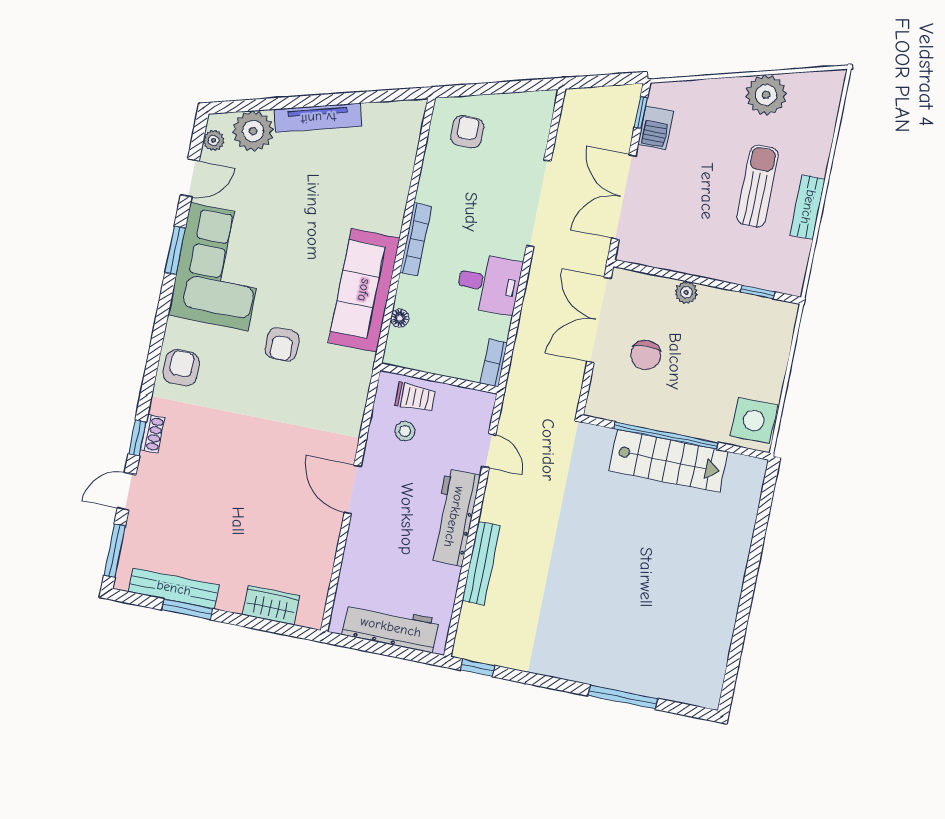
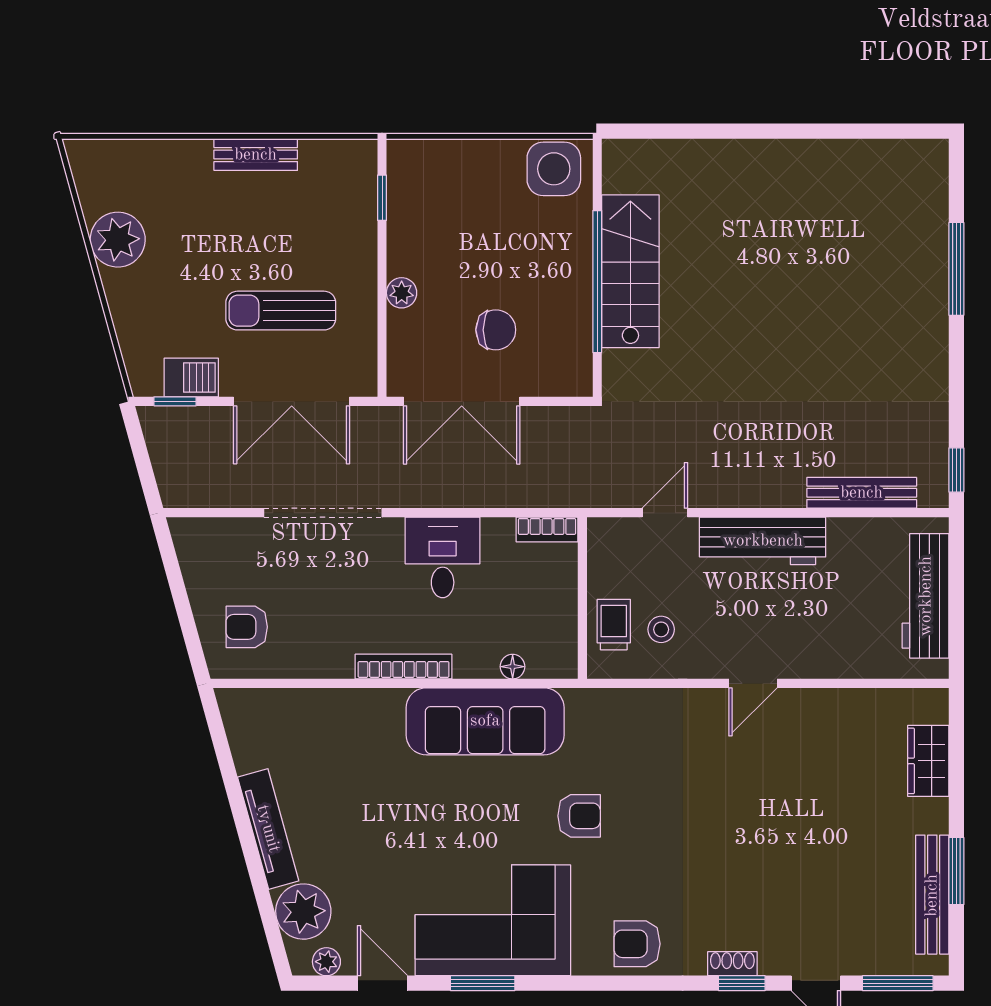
sun lounger: (758, 186) -> (281, 311), moved
door: (353, 489) -> (753, 683), width x0.73
bench: (481, 563) -> (862, 493), moved

